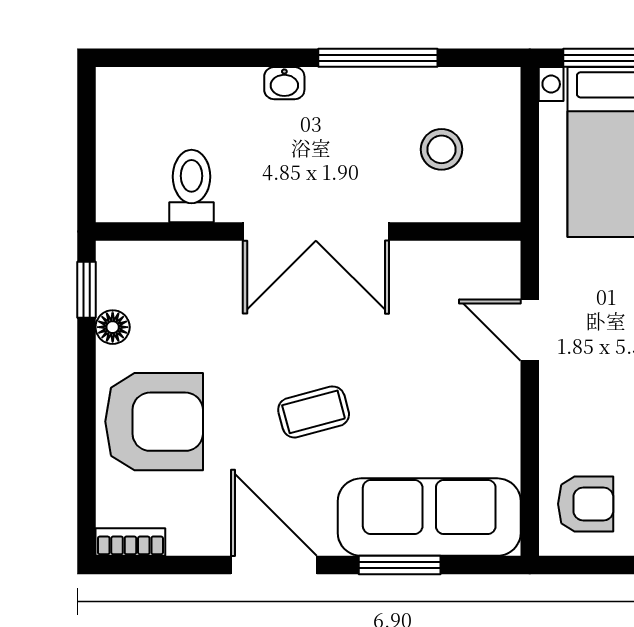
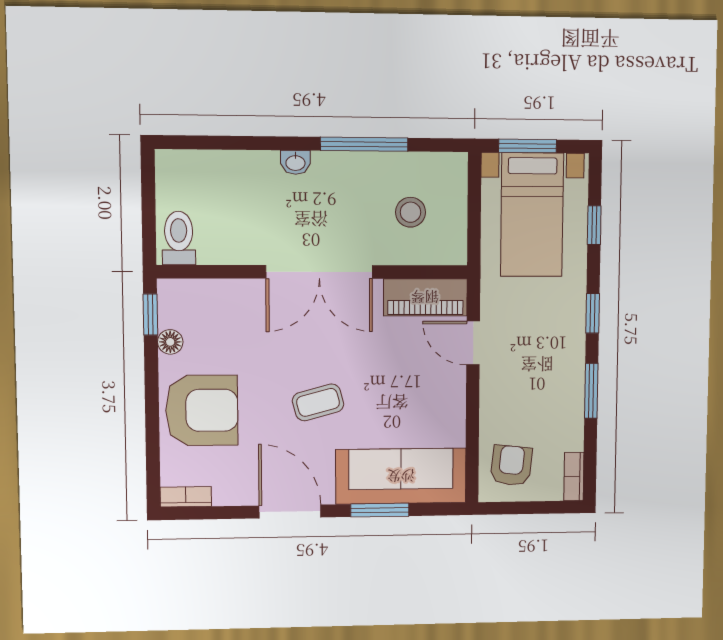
toilet: (192, 186) -> (179, 238), moved
piano: (463, 267) -> (425, 297), added
armchair: (586, 504) -> (511, 465), turned -84

